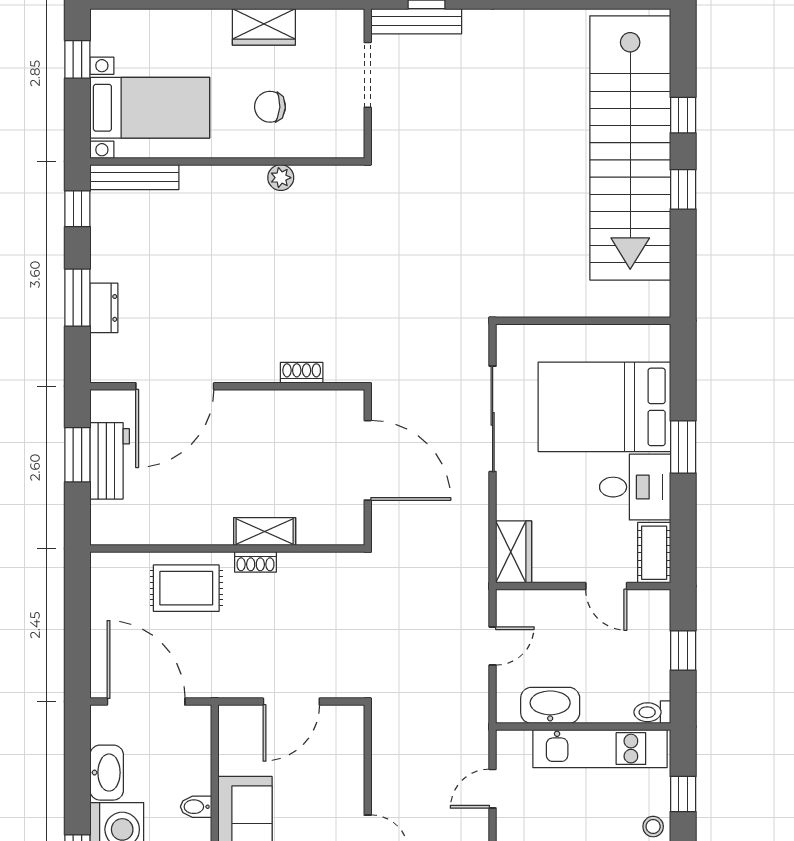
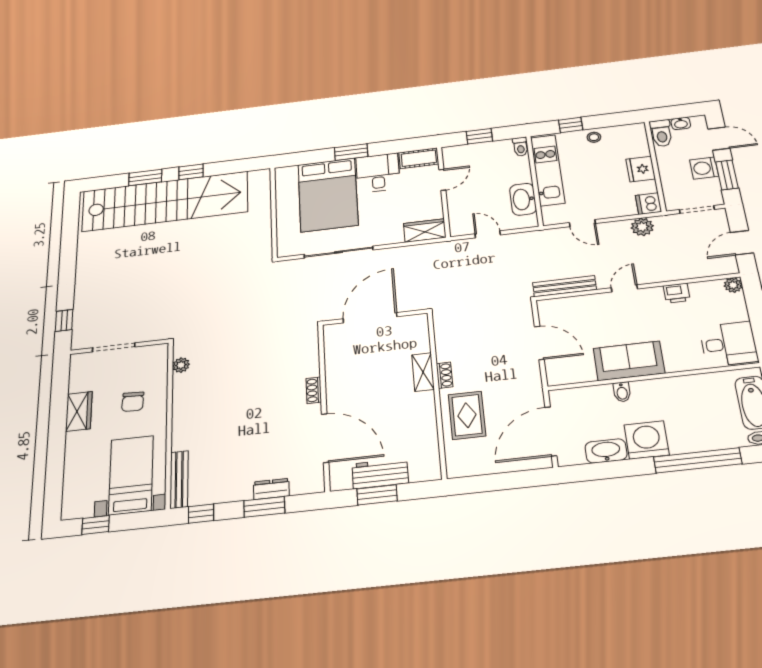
bench: (416, 21) -> (564, 286), moved, turned 90
window: (683, 115) -> (145, 178), width x1.50
plant: (281, 178) -> (181, 365), moved
shoe rack: (302, 373) -> (314, 390), moved

